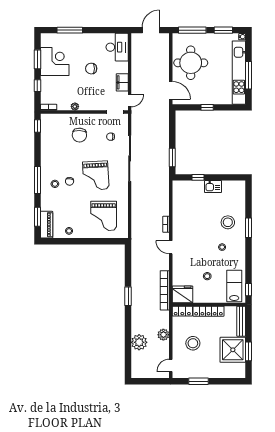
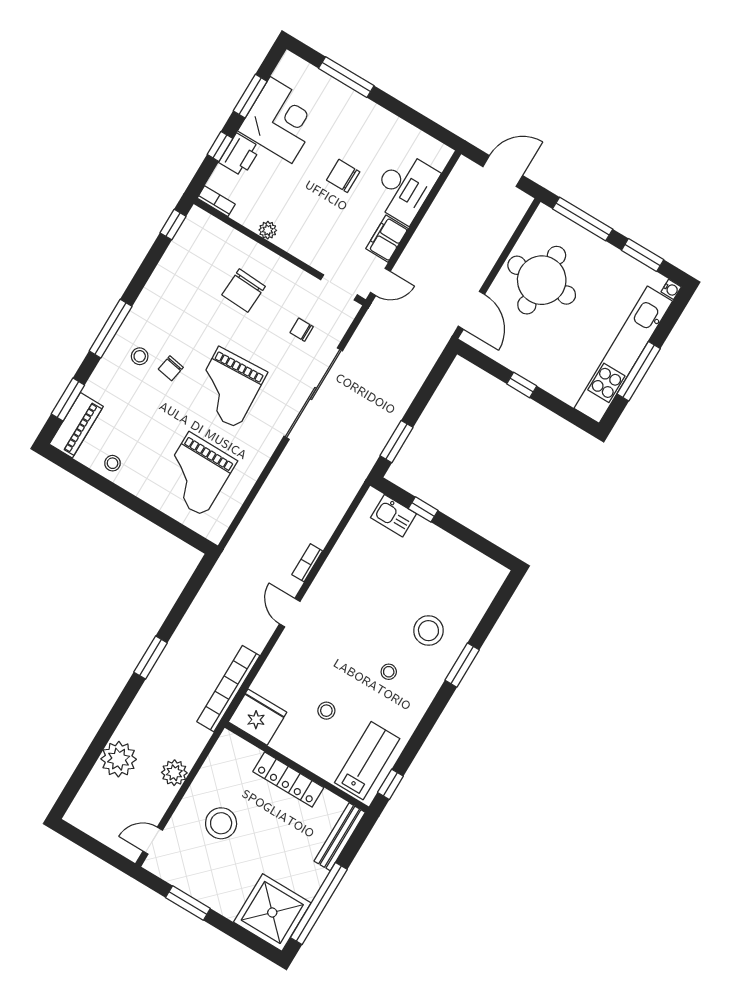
desk: (117, 47) -> (404, 187), moved
printer: (47, 84) -> (240, 155), added
kitchen sink: (213, 187) -> (393, 516), moved
locker: (182, 311) -> (238, 749), removed
shower: (233, 350) -> (272, 912), moved
window: (249, 351) -> (319, 903), width x2.11

